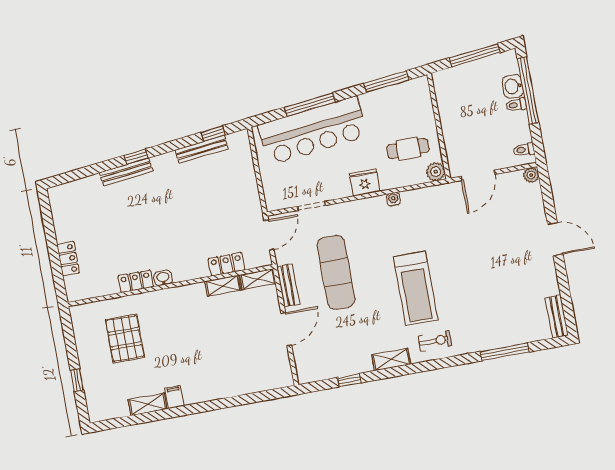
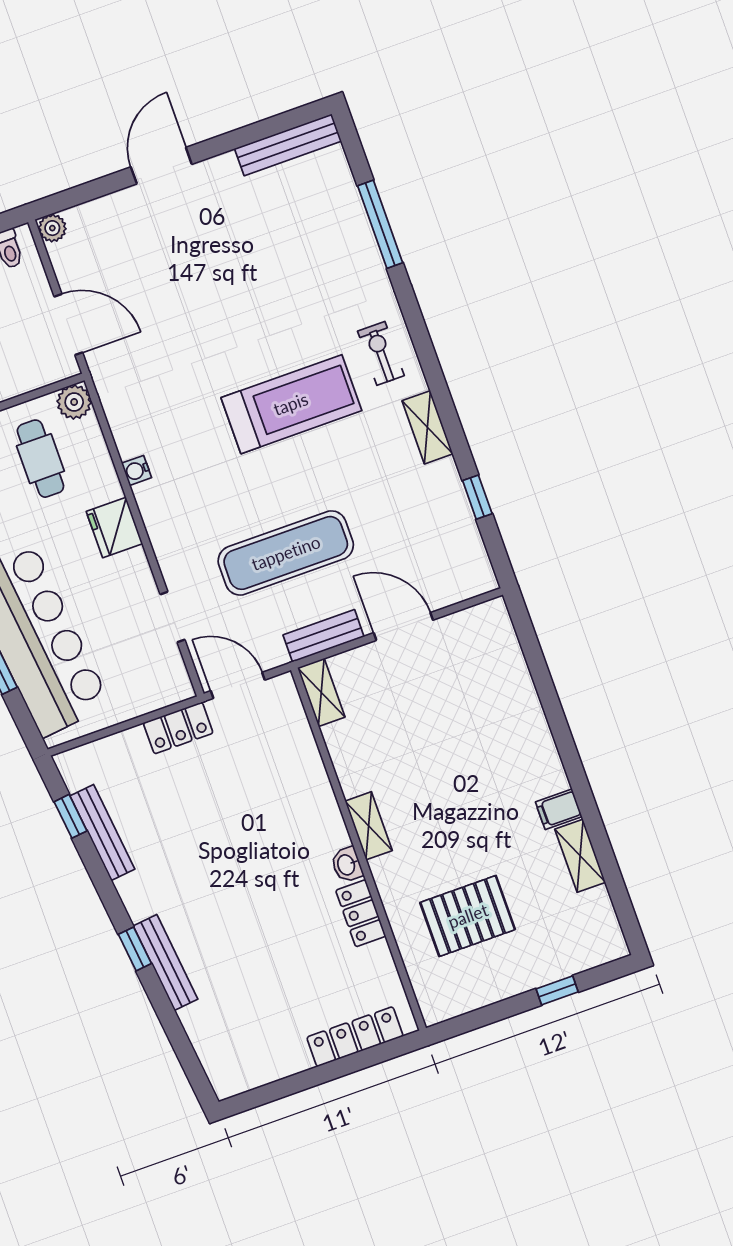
locker: (68, 259) -> (355, 1037), width x1.53
locker: (226, 264) -> (178, 728), moved, turned -90
shelving: (223, 286) -> (369, 826), moved
bench: (557, 316) -> (288, 145), width x1.36

